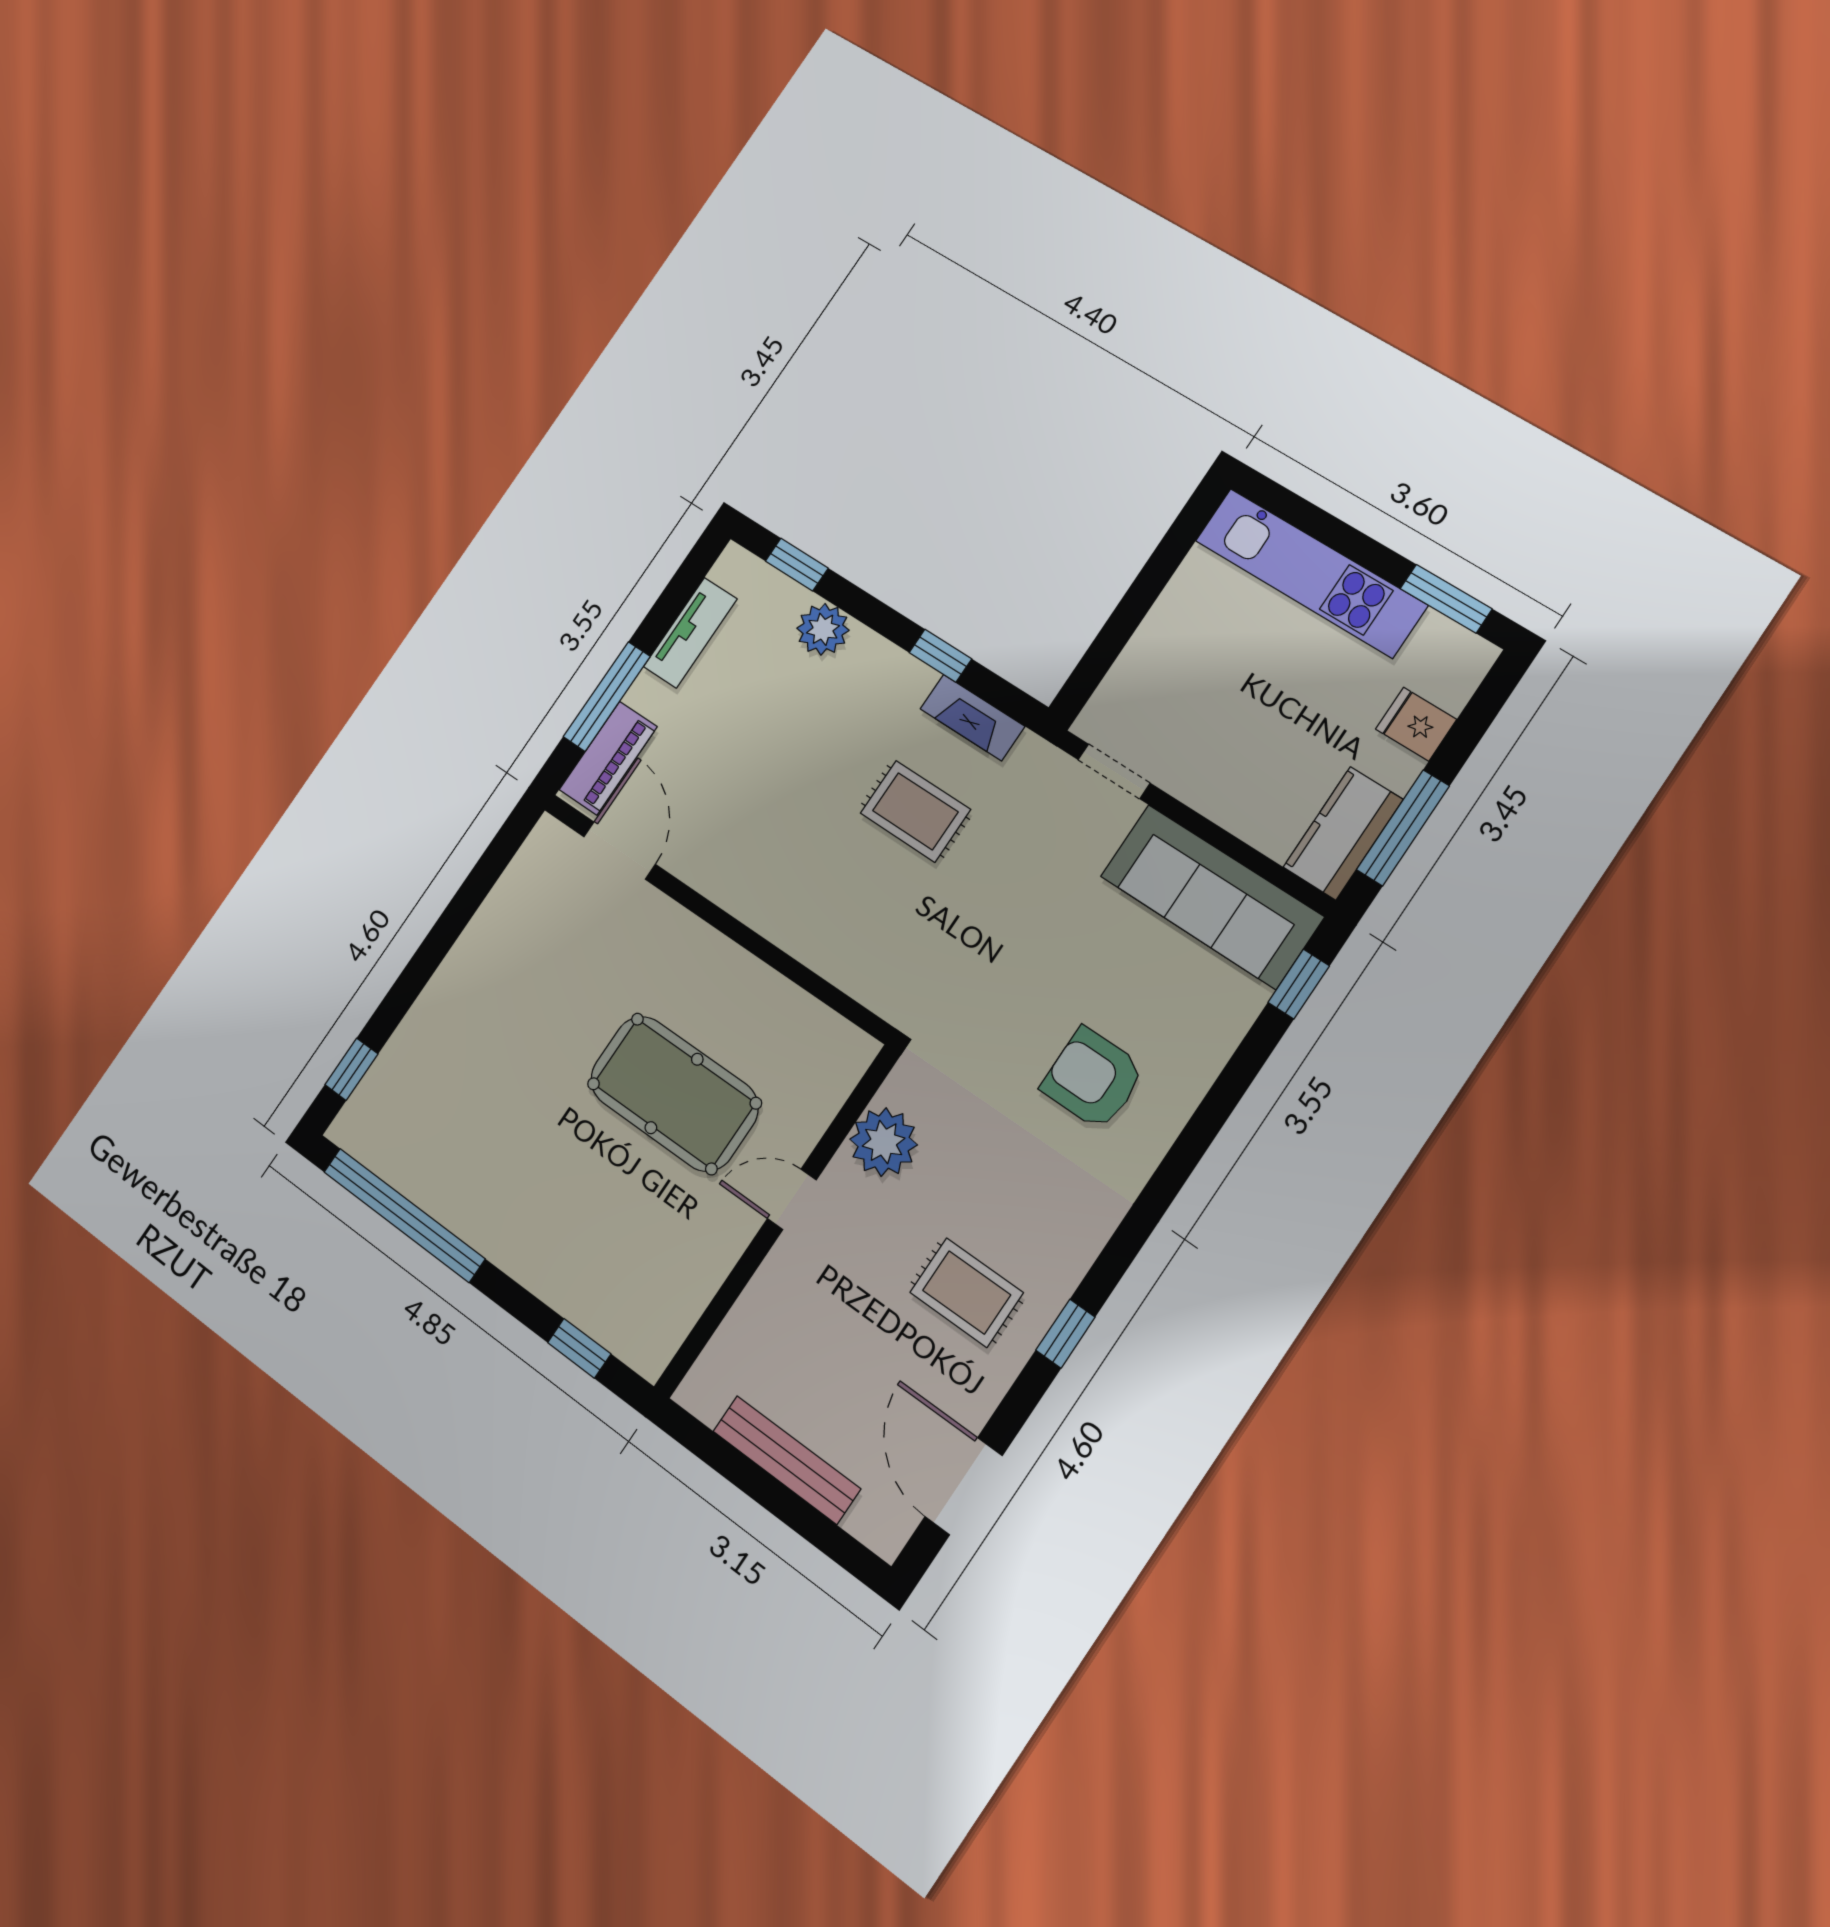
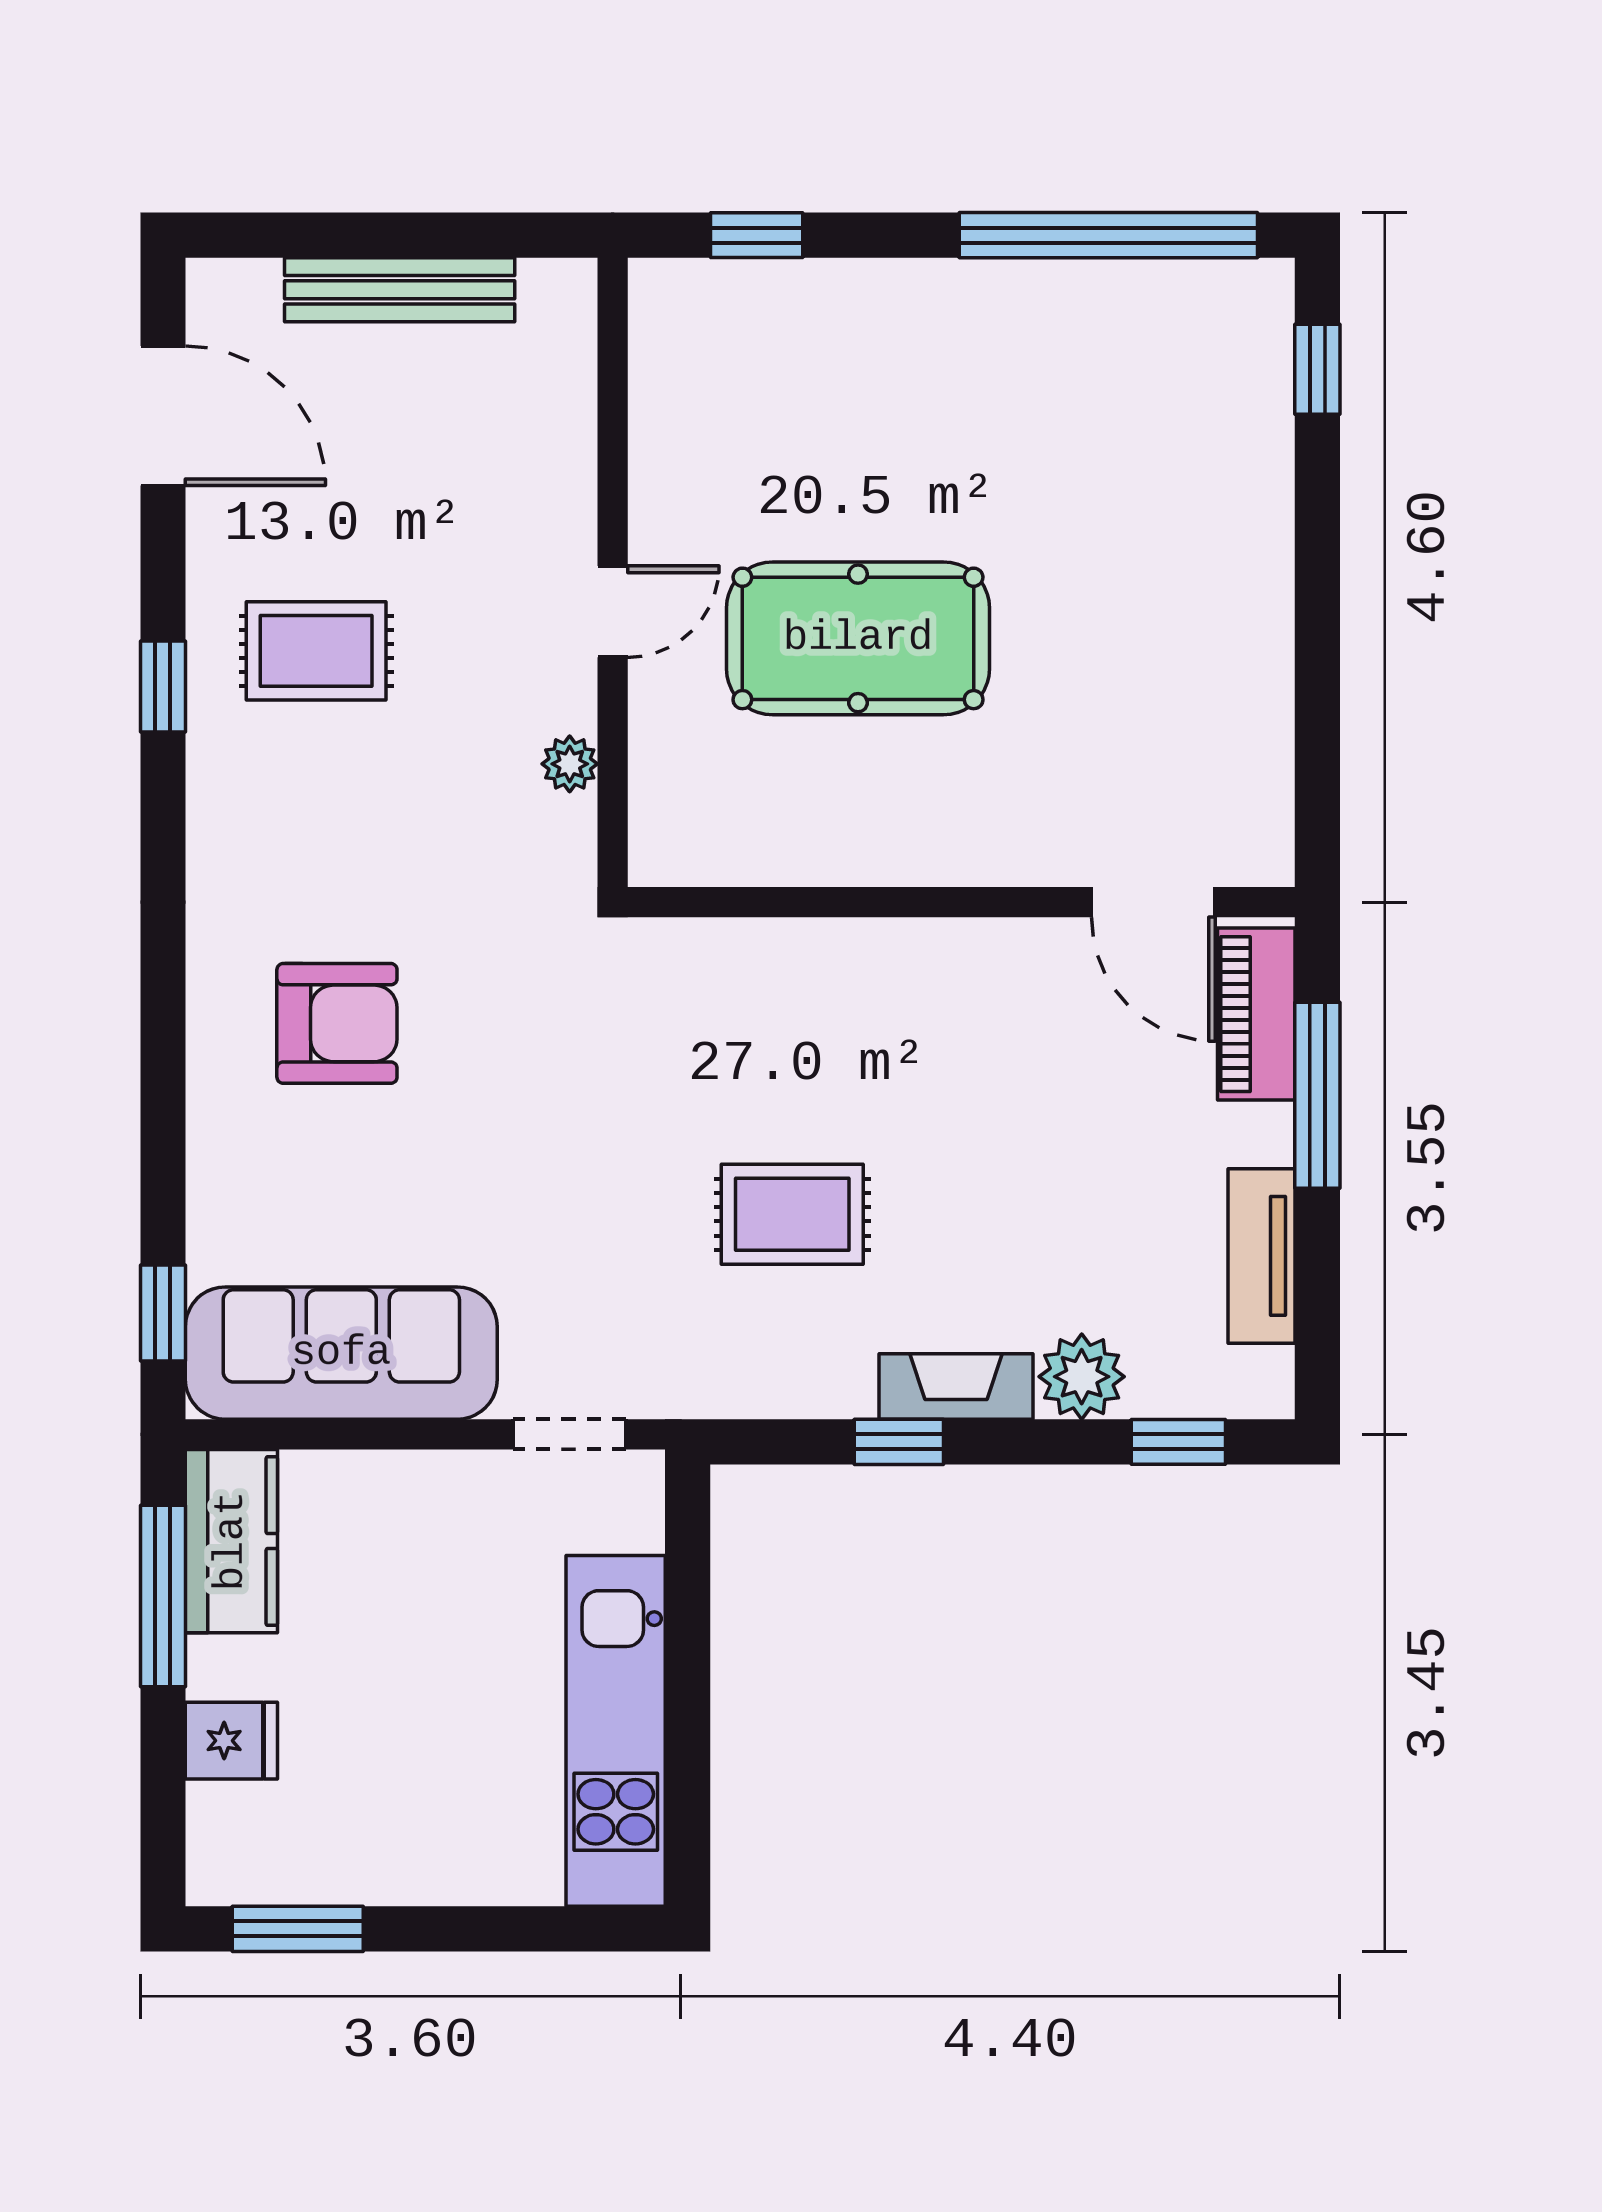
kitchen unit: (1311, 573) -> (616, 1731), moved, turned -90
fireplace: (972, 718) -> (956, 1386), moved
plant: (884, 1142) -> (570, 764), width x0.53, depth x0.53

